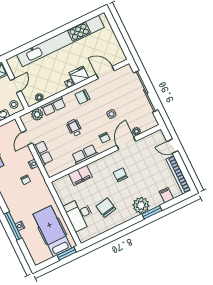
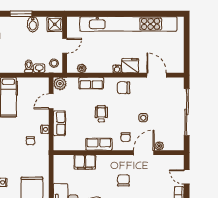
plant: (37, 114) -> (60, 84), moved

